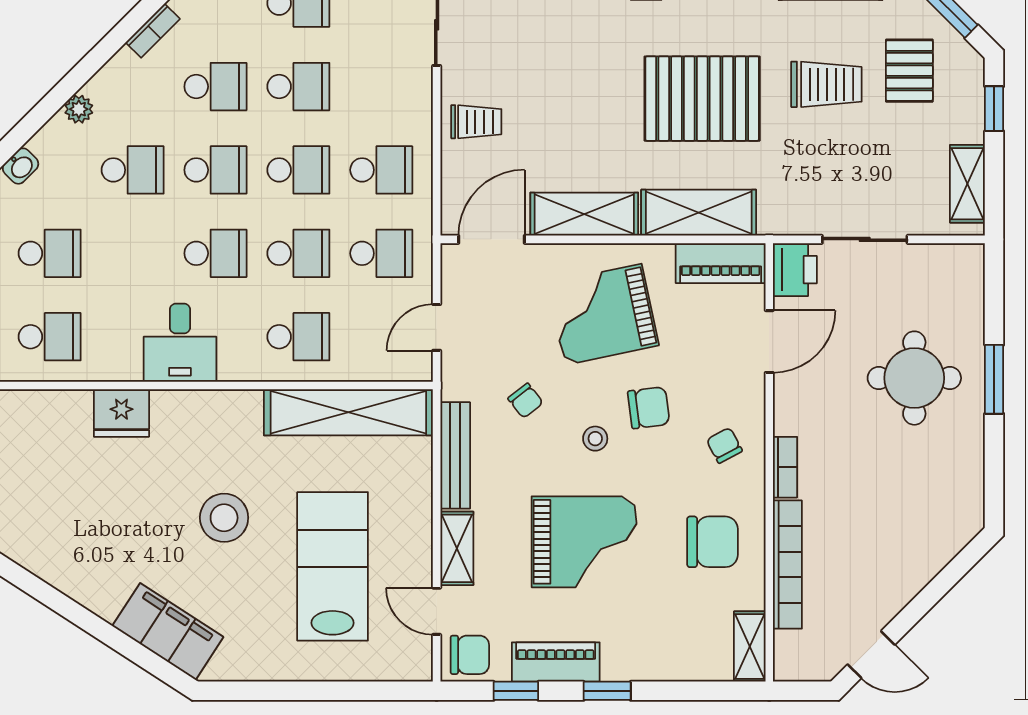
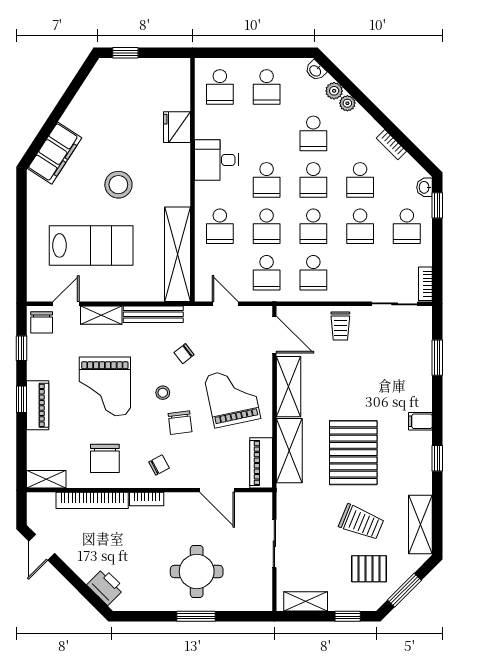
trolley: (826, 84) -> (361, 522), turned -68
plant: (57, 133) -> (334, 91), added
printer: (795, 270) -> (106, 587), moved, turned -135
piano: (556, 662) -> (38, 405), moved

